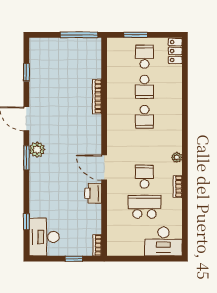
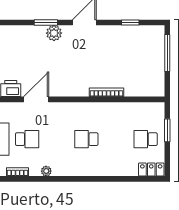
window: (79, 35) -> (167, 53), moved
school desk: (144, 57) -> (146, 139), turned 180
school desk: (144, 87) -> (116, 139), removed

